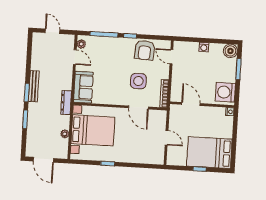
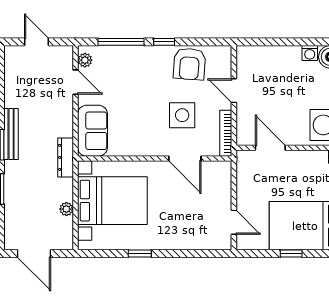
washing machine: (204, 47) -> (310, 53), moved
door: (171, 57) -> (234, 91), moved
door: (167, 138) -> (234, 222), moved

